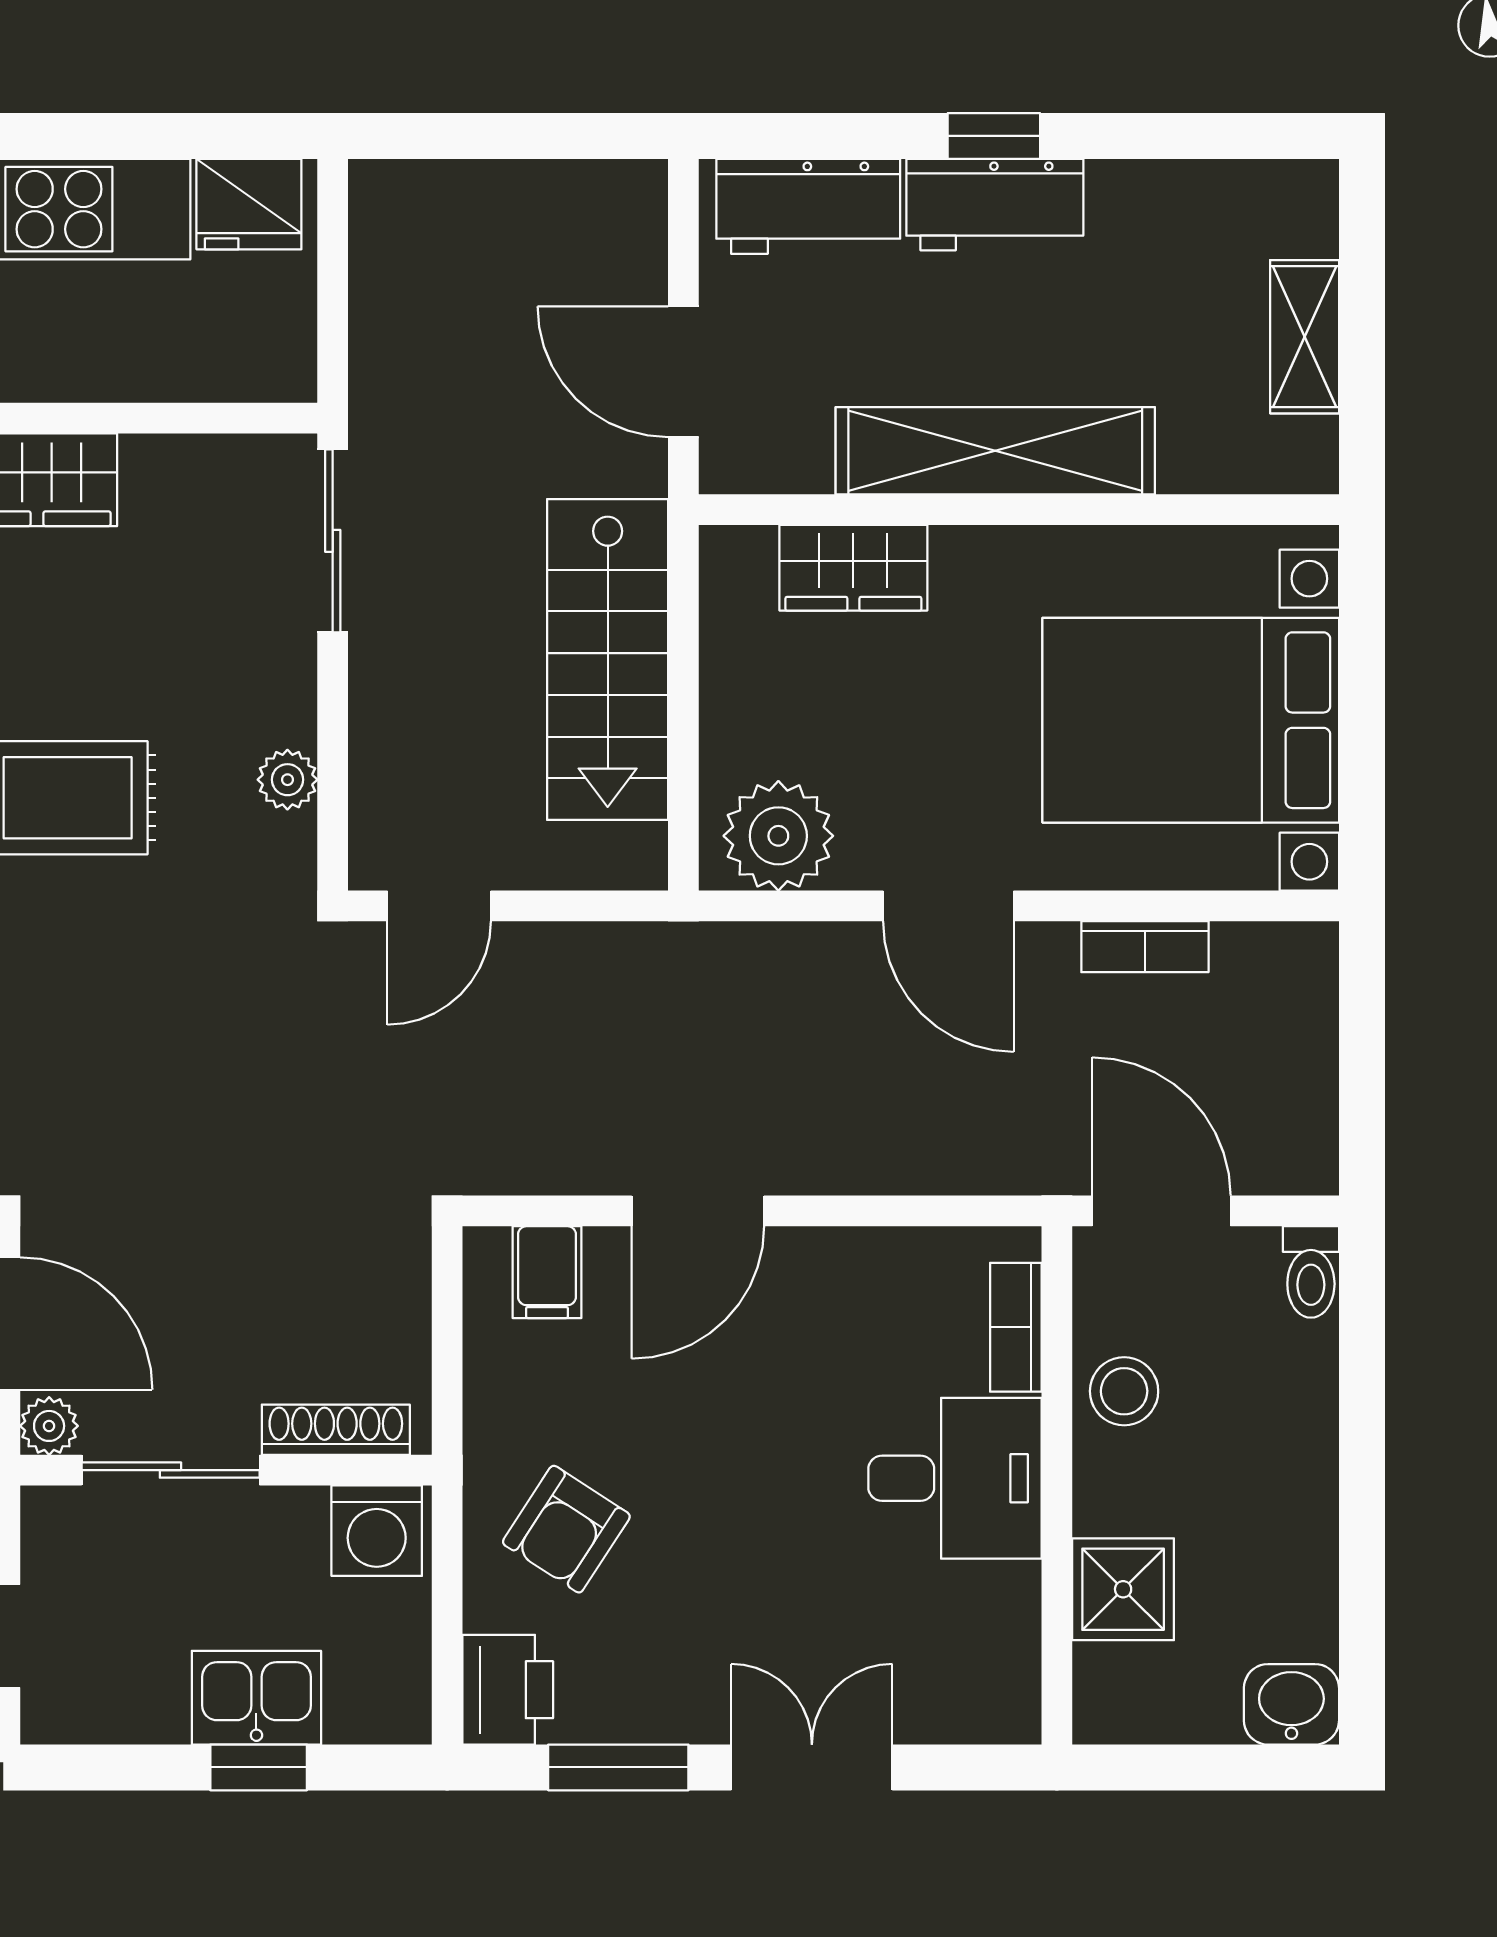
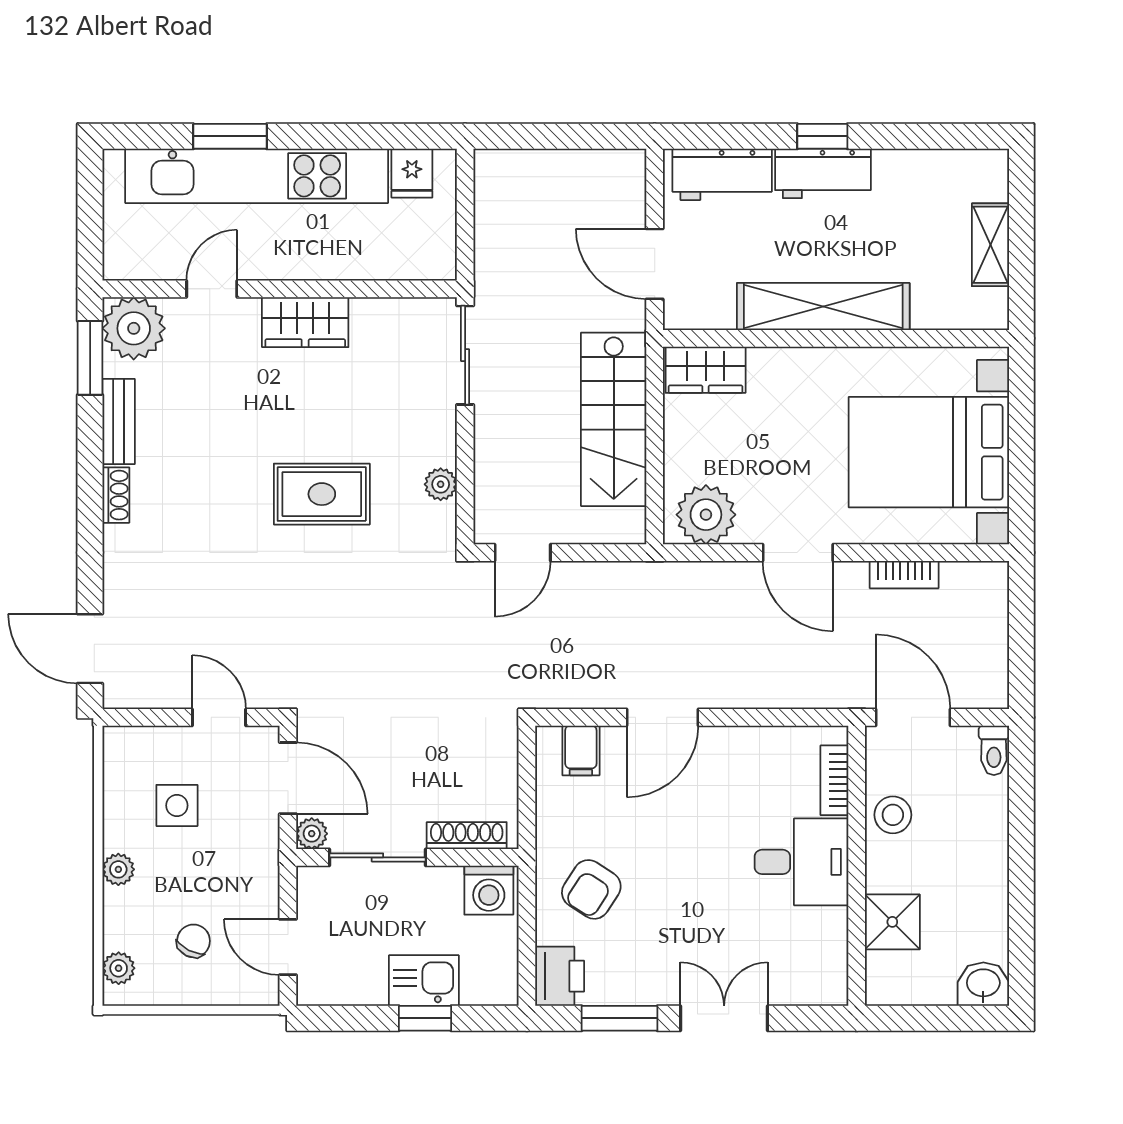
fridge: (249, 204) -> (412, 173), width x0.72
wardrobe: (853, 568) -> (706, 370), moved

